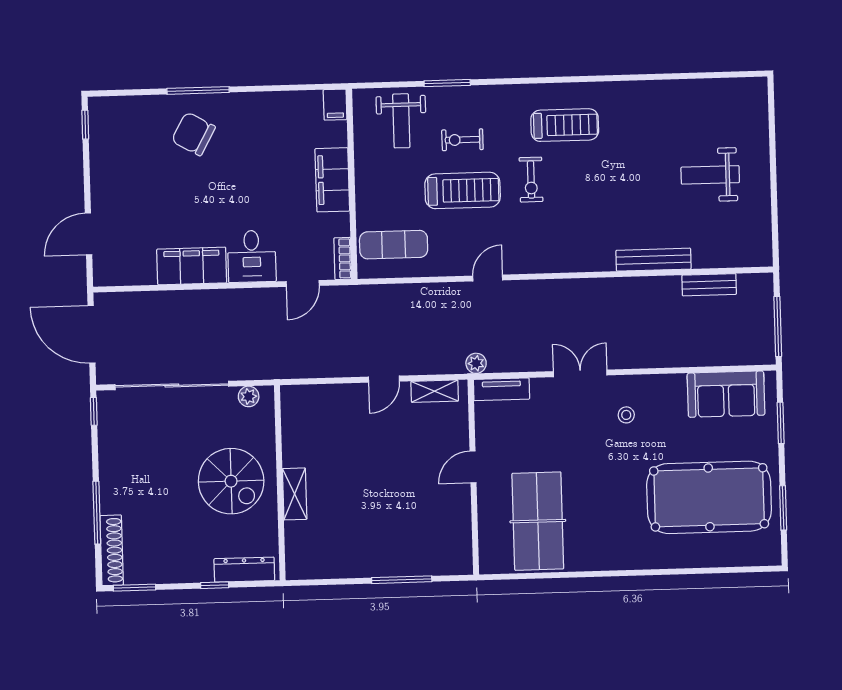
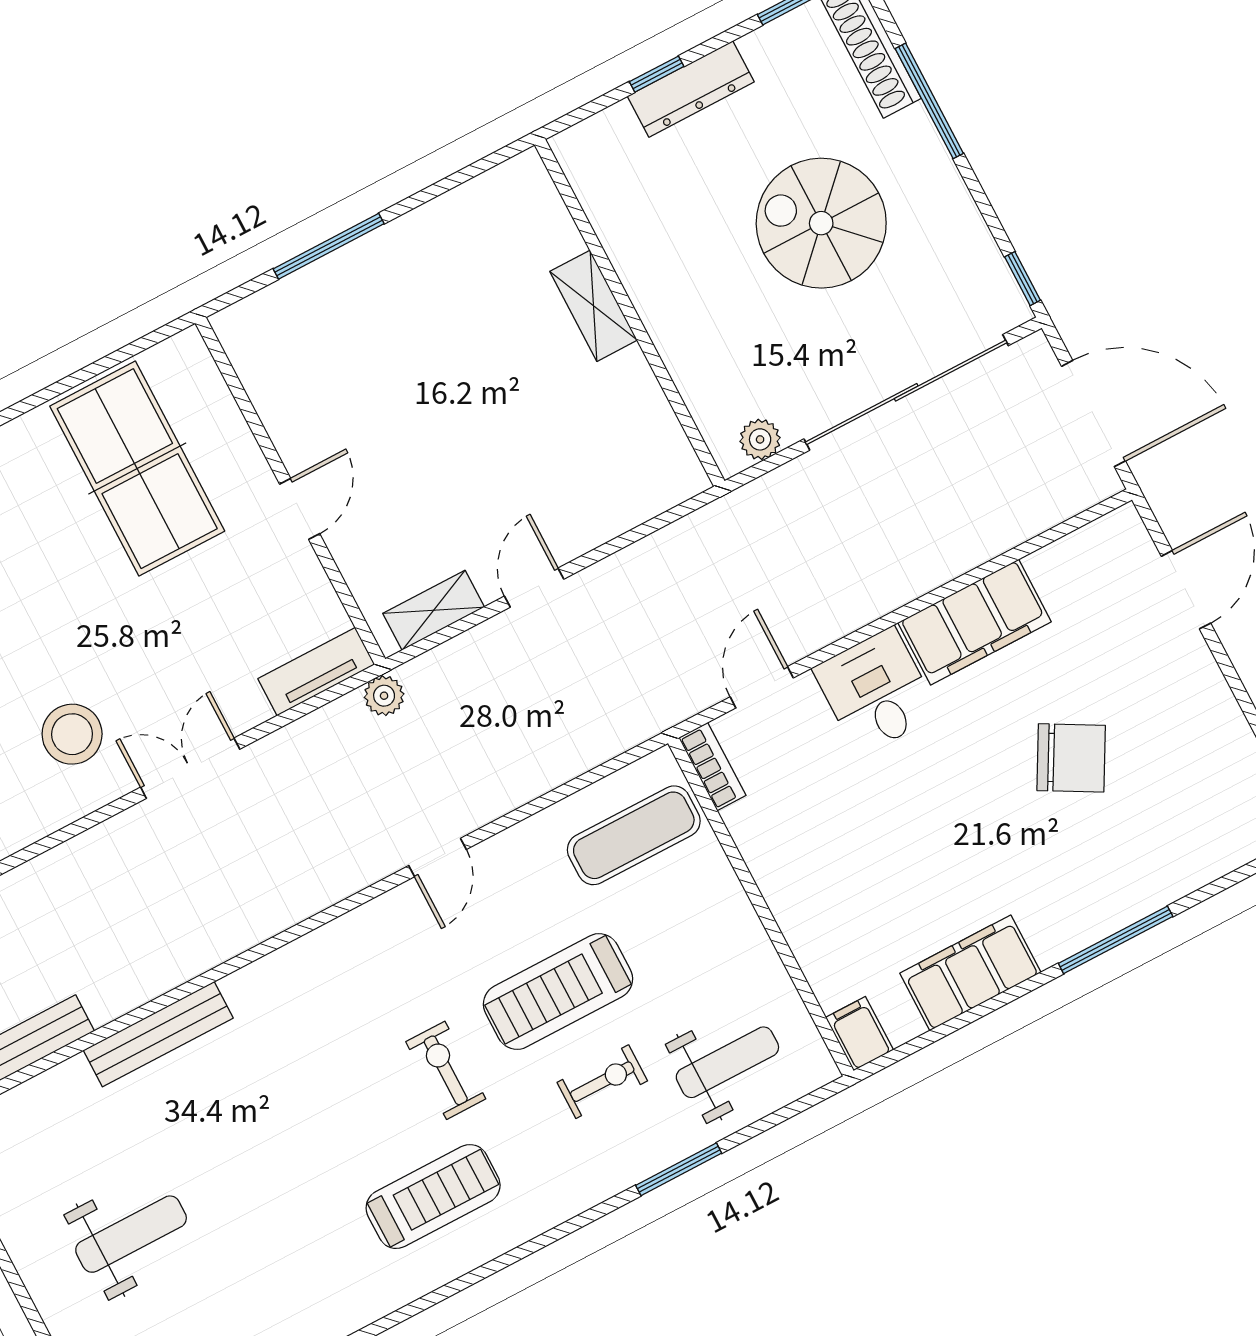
weight bench: (401, 121) -> (727, 1062), turned 90
treadmill: (565, 125) -> (433, 1197), turned 180
chair: (193, 134) -> (1071, 758), moved
filing cabinet: (332, 180) -> (970, 973), moved, turned -90
double door: (580, 373) -> (190, 768), swing flipped
stool: (626, 415) -> (72, 734), width x1.89, depth x1.89
spiral stairs: (231, 481) -> (821, 223), moved
dresser: (244, 570) -> (691, 89), moved

